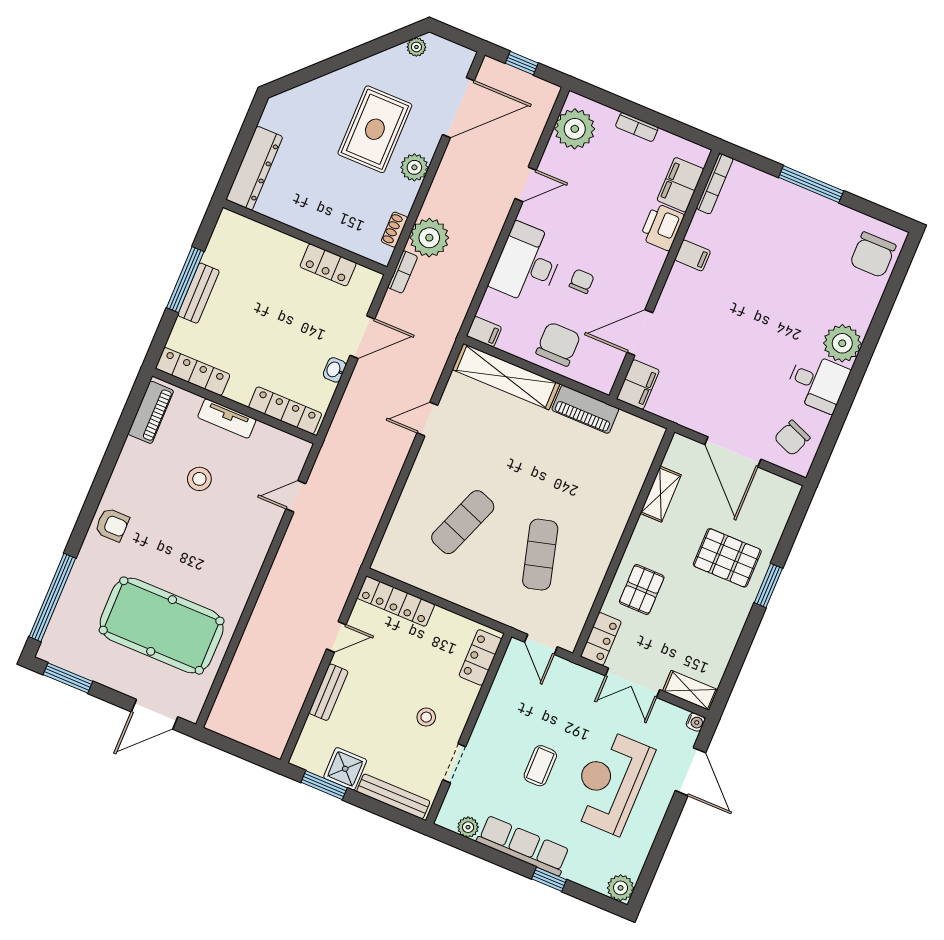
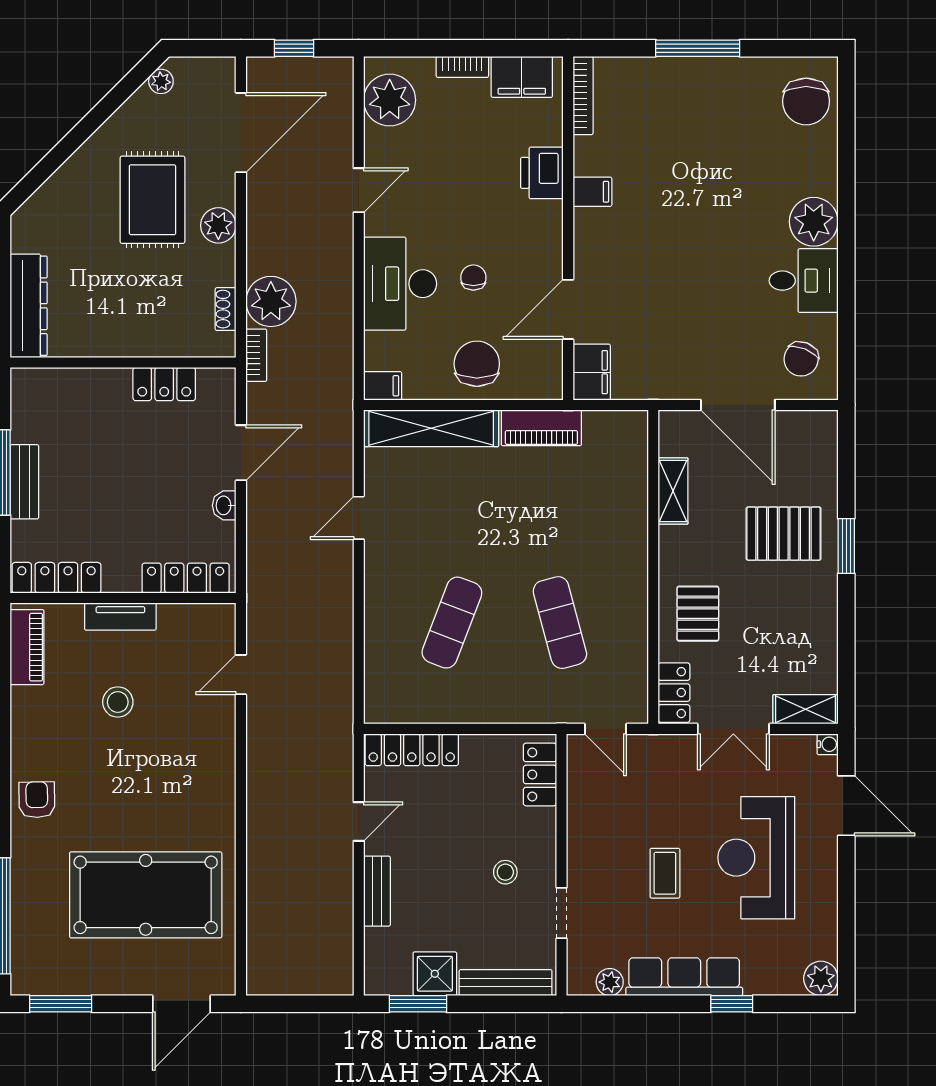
filing cabinet: (680, 185) -> (522, 77), moved, turned -90
armchair: (112, 525) -> (37, 800), turned -91

